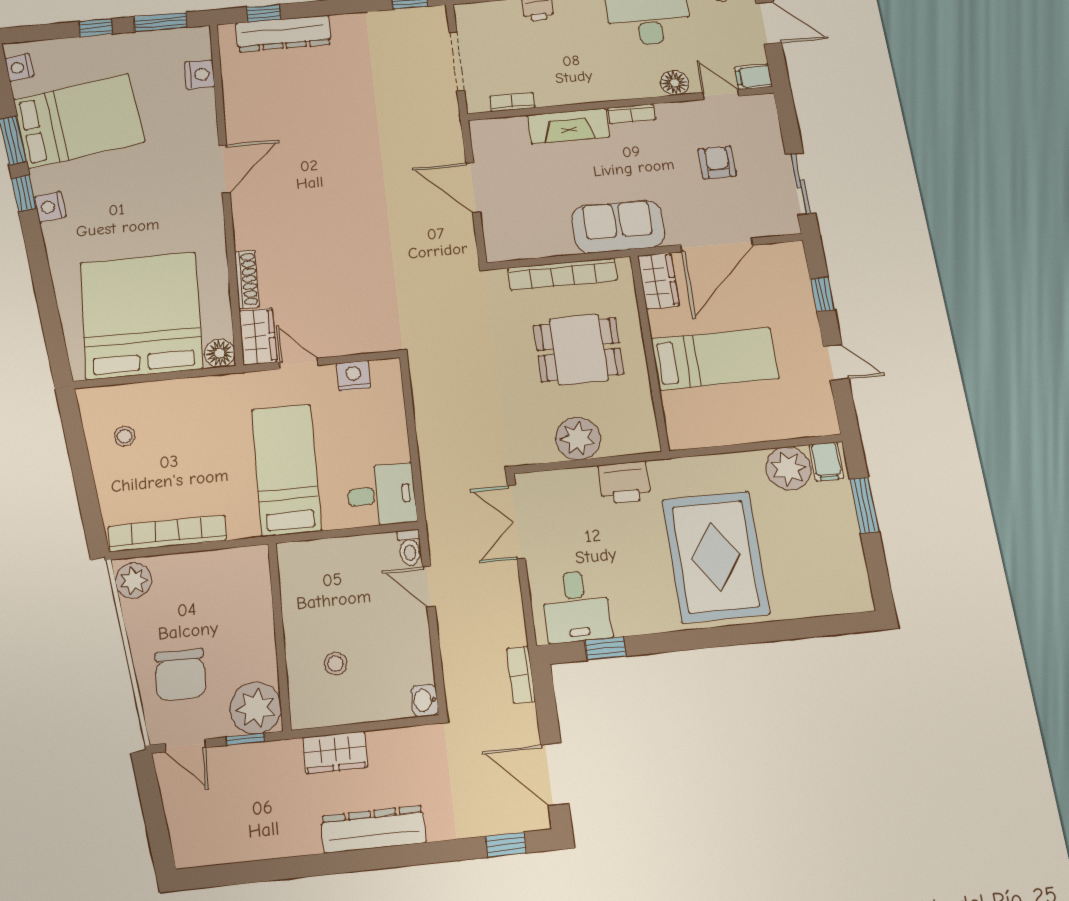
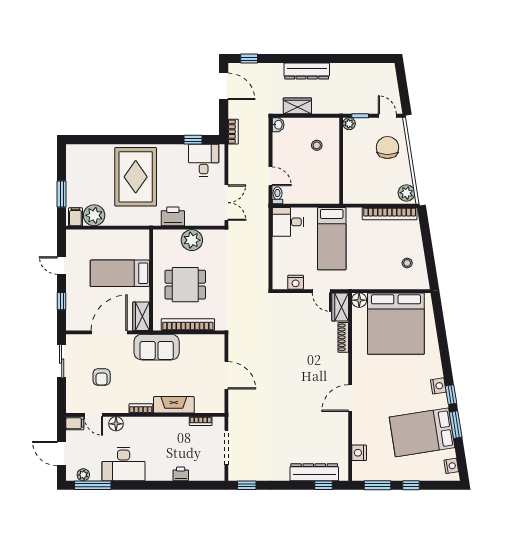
plant: (256, 708) -> (349, 124), width x0.53, depth x0.53
wardrobe: (335, 752) -> (297, 106), moved

